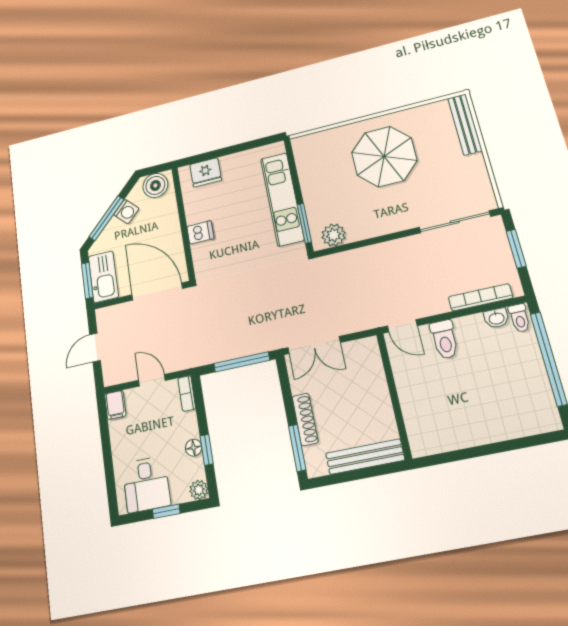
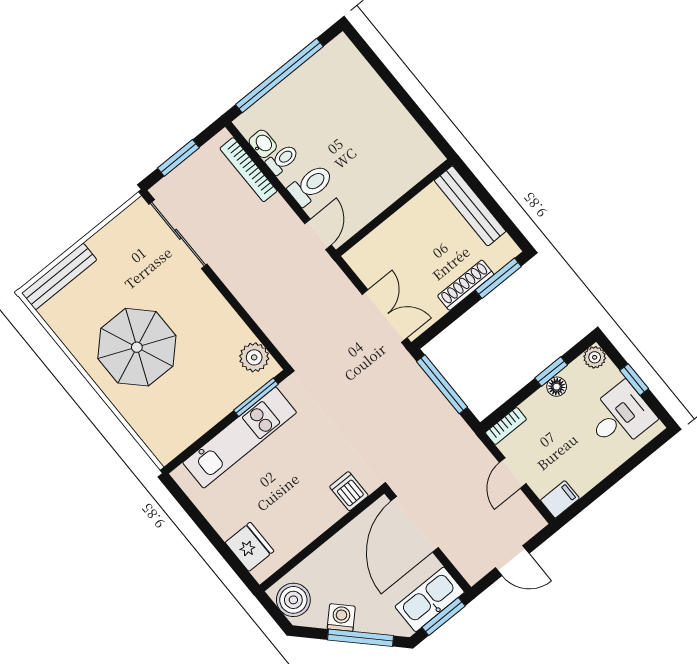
dishwasher: (200, 232) -> (349, 491), moved
toilet: (519, 318) -> (282, 159), moved

